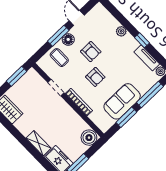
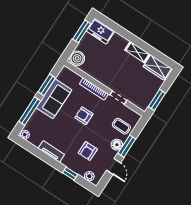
plant: (121, 31) -> (89, 176), moved
window: (142, 40) -> (70, 174), moved
armchair: (91, 52) -> (88, 151), moved, turned -90
tv unit: (147, 58) -> (51, 151), moved
shelving: (39, 143) -> (137, 52), moved

